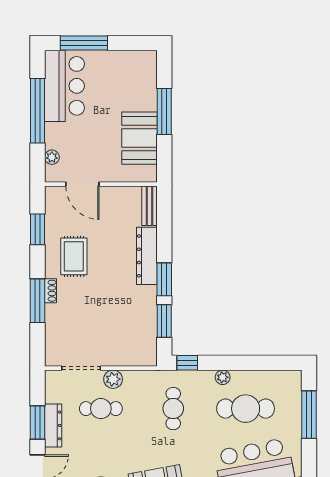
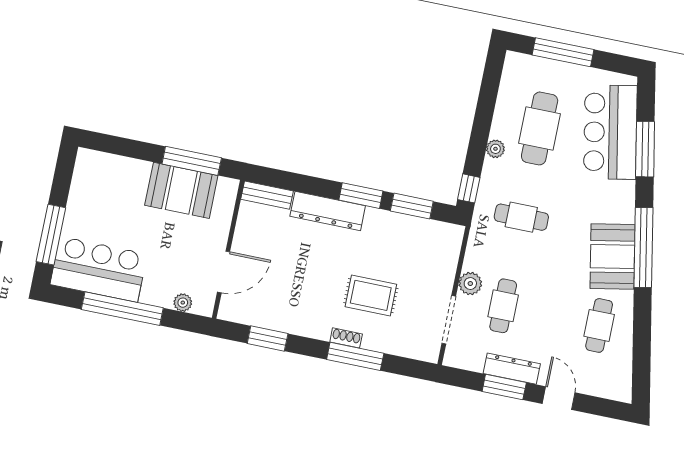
window: (164, 112) -> (192, 161), moved
rug: (74, 256) -> (371, 295), moved

